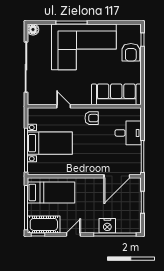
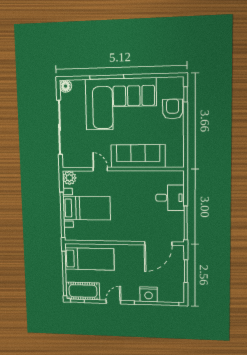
armchair: (131, 52) -> (173, 109), turned 180
sofa: (116, 94) -> (138, 156), moved
plant: (34, 114) -> (69, 178), added
armchair: (92, 118) -> (130, 182), removed

